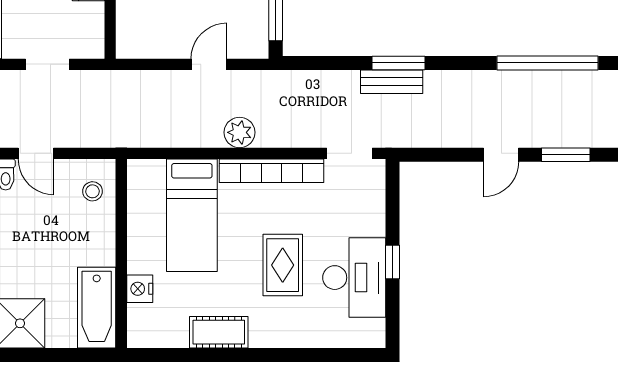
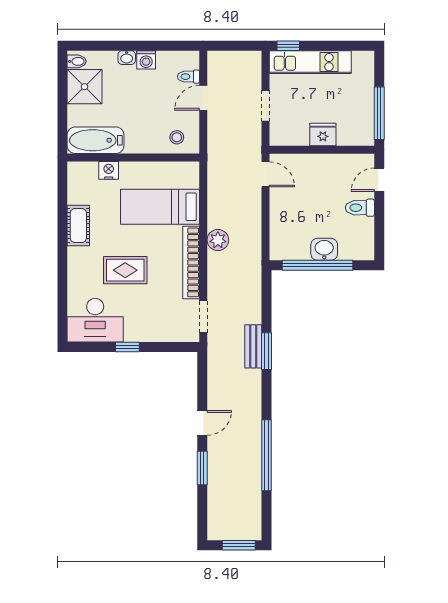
door: (209, 64) -> (265, 174), moved
door: (501, 155) -> (202, 423), swing flipped
desk: (354, 278) -> (95, 320), moved

